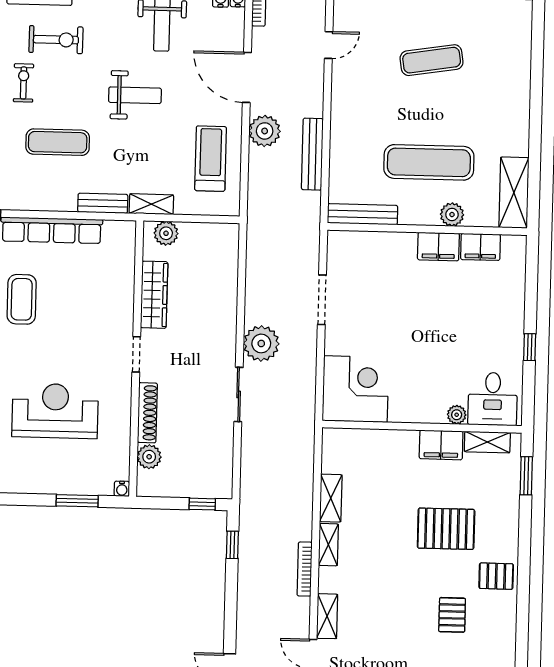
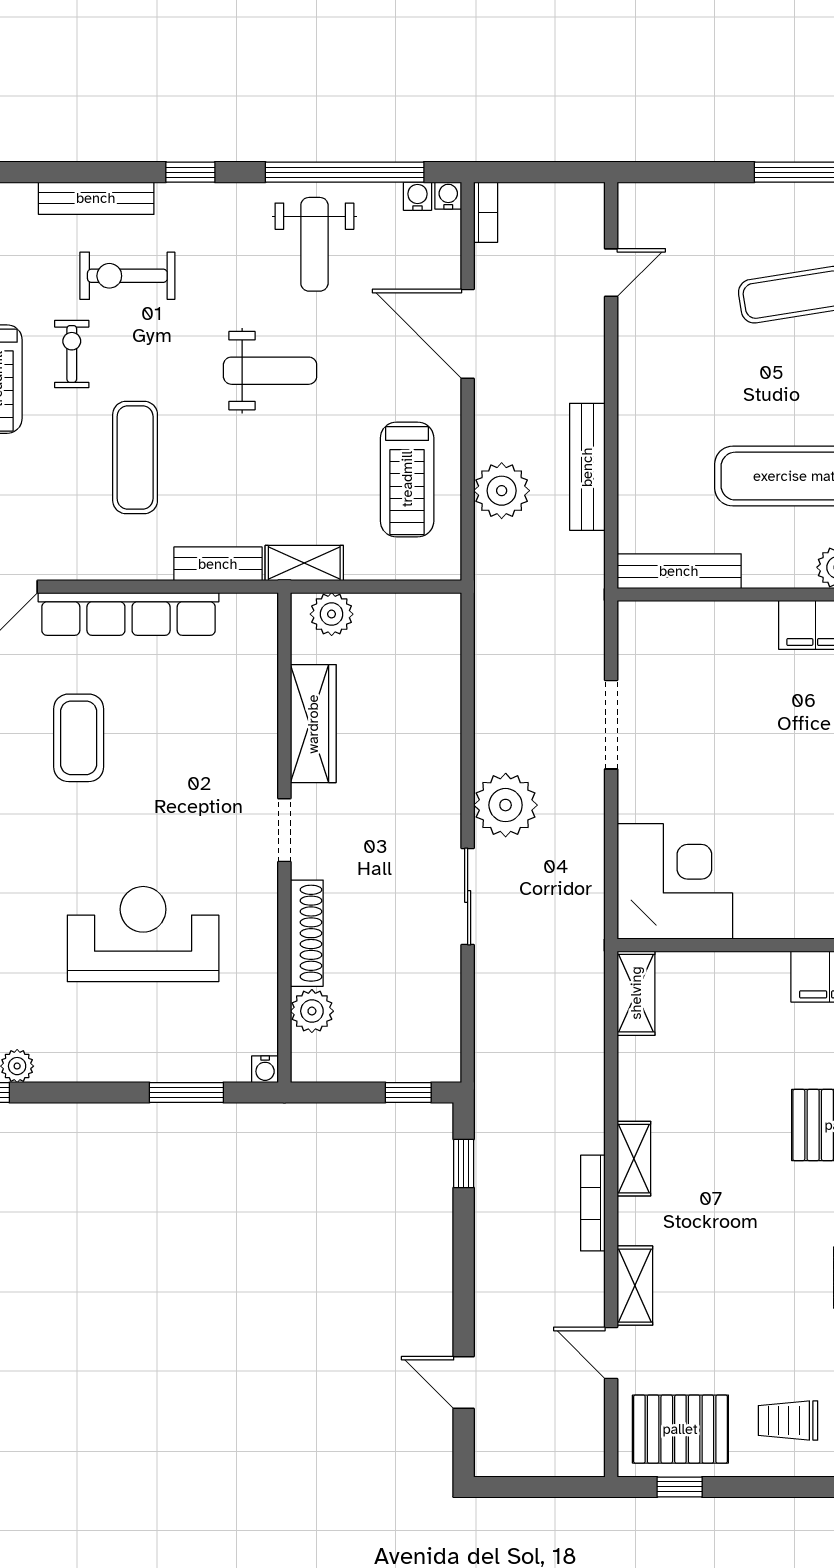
exercise bike: (56, 40) -> (127, 276), turned 180
plant: (265, 131) -> (502, 491), moved
exercise mat: (58, 142) -> (135, 458), turned 90
treadmill: (211, 159) -> (407, 479), turned 180
shelving: (331, 498) -> (636, 993), moved

